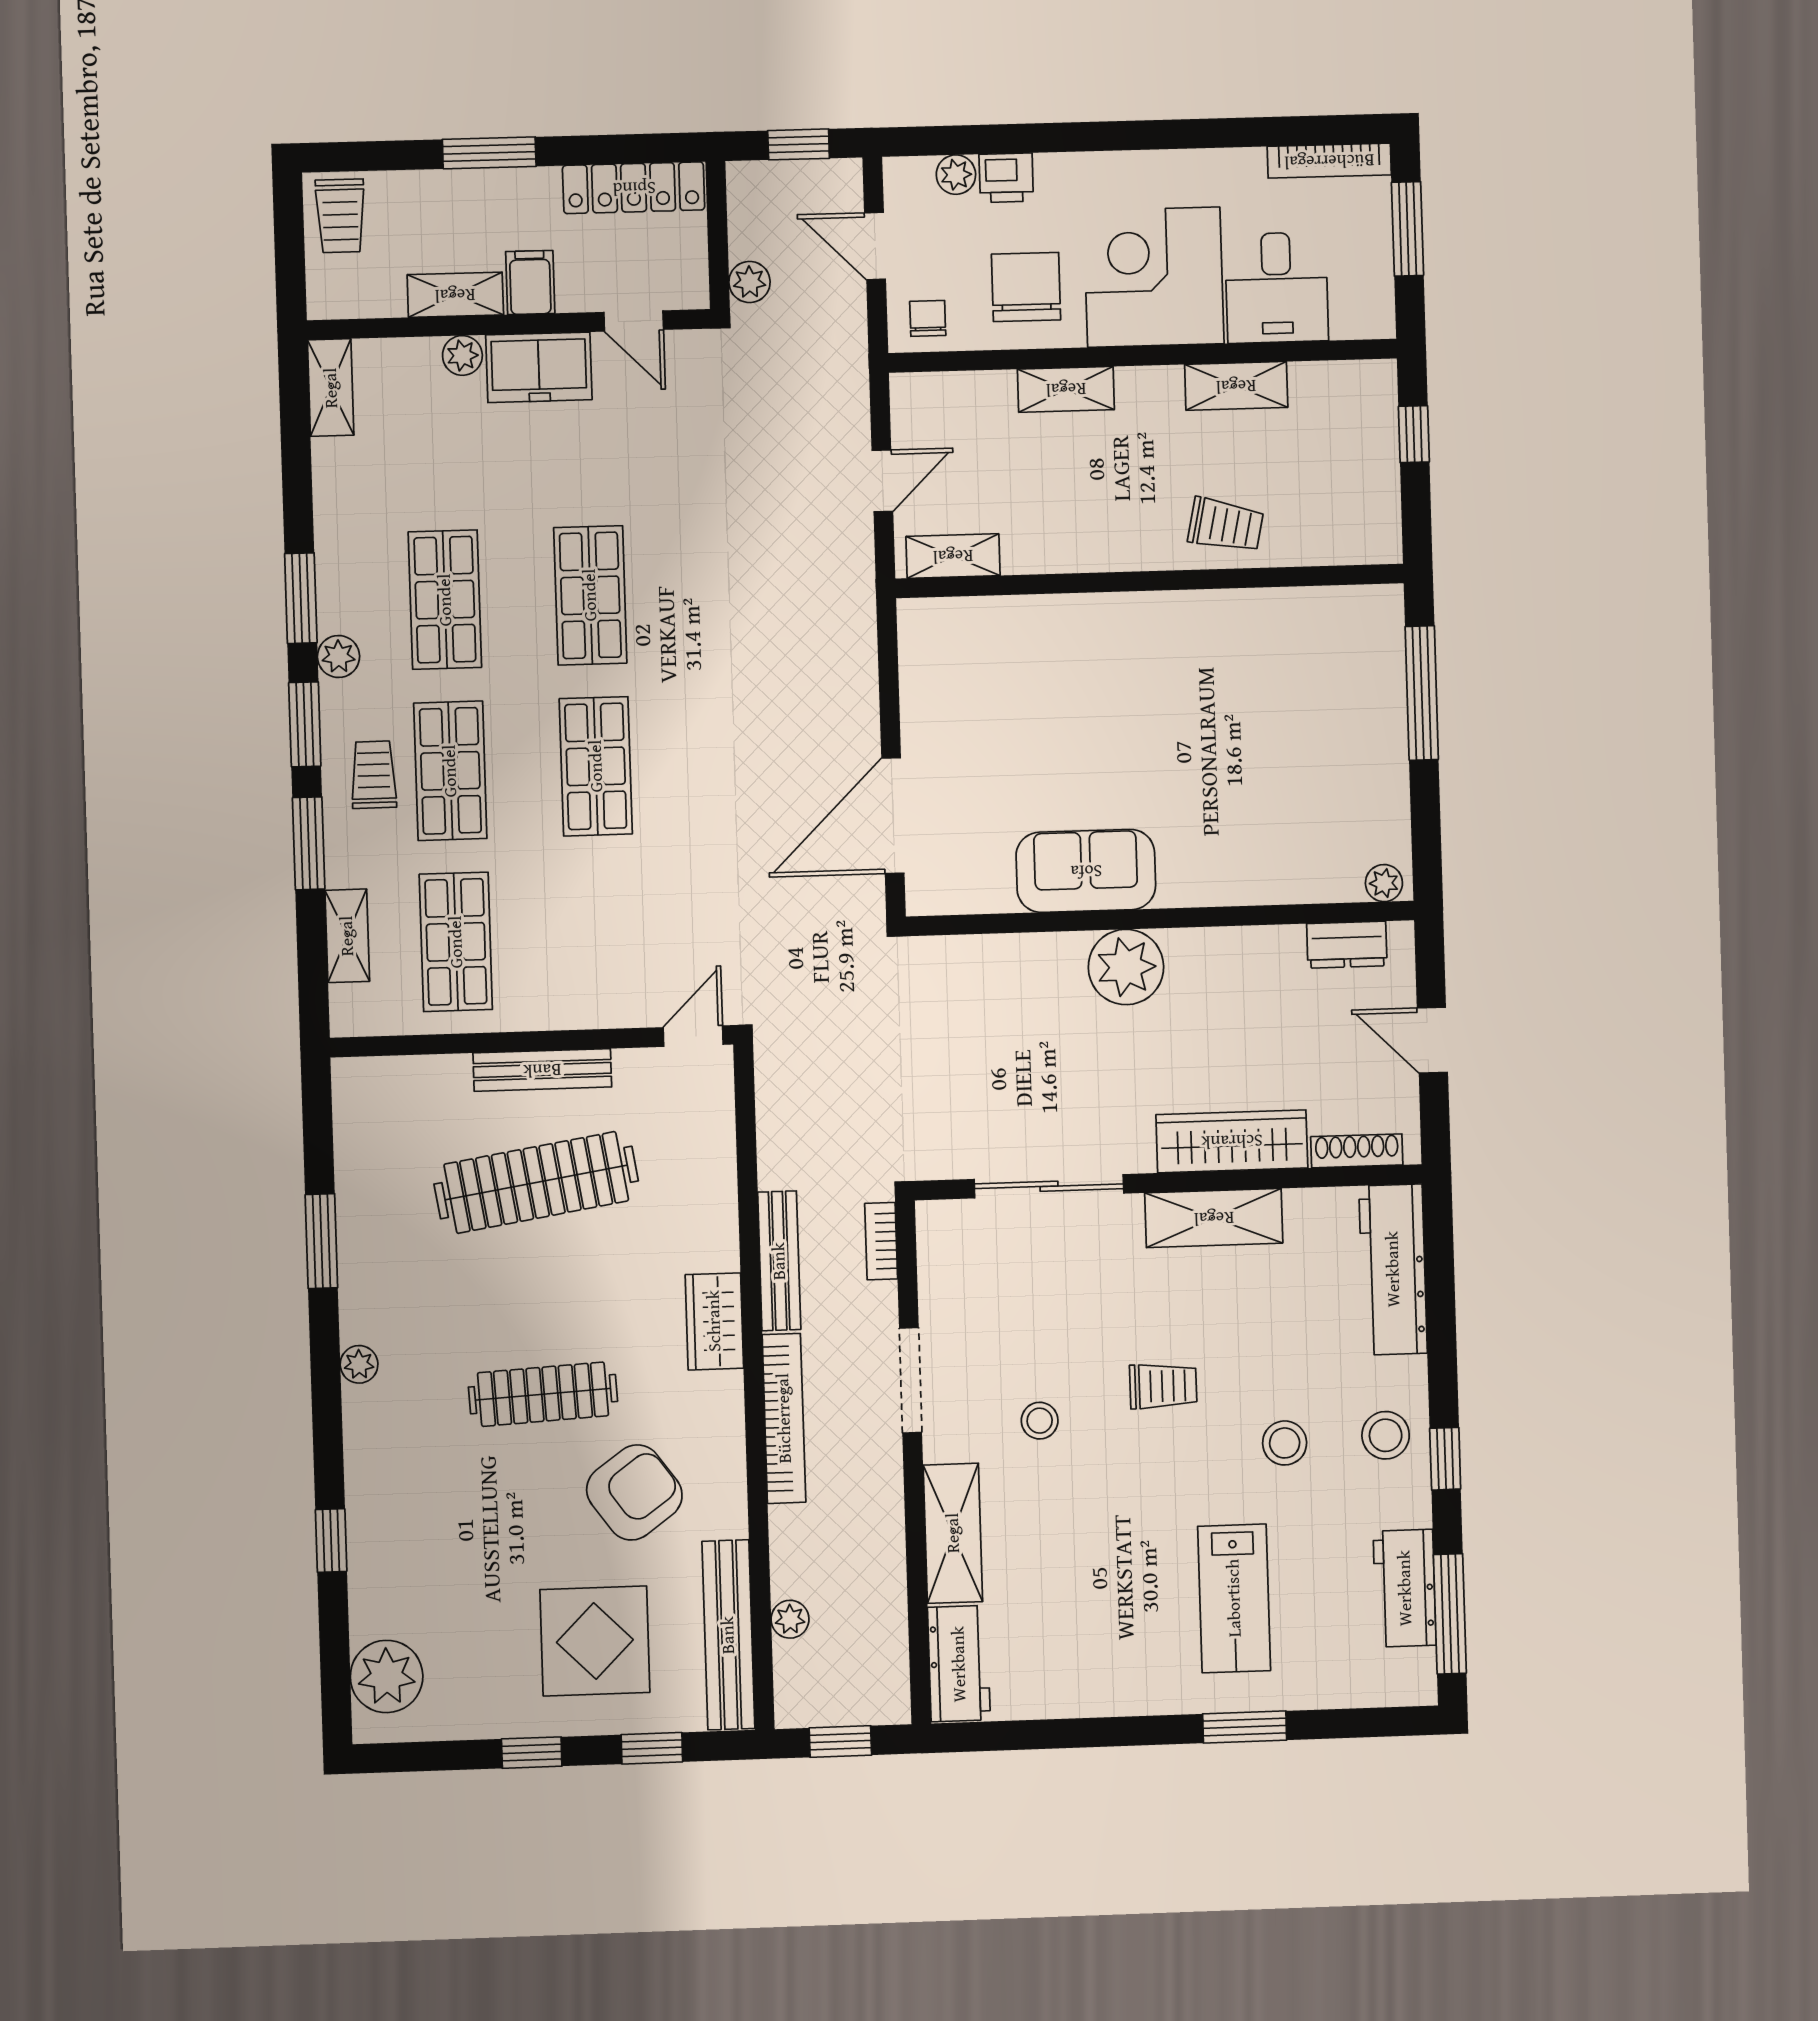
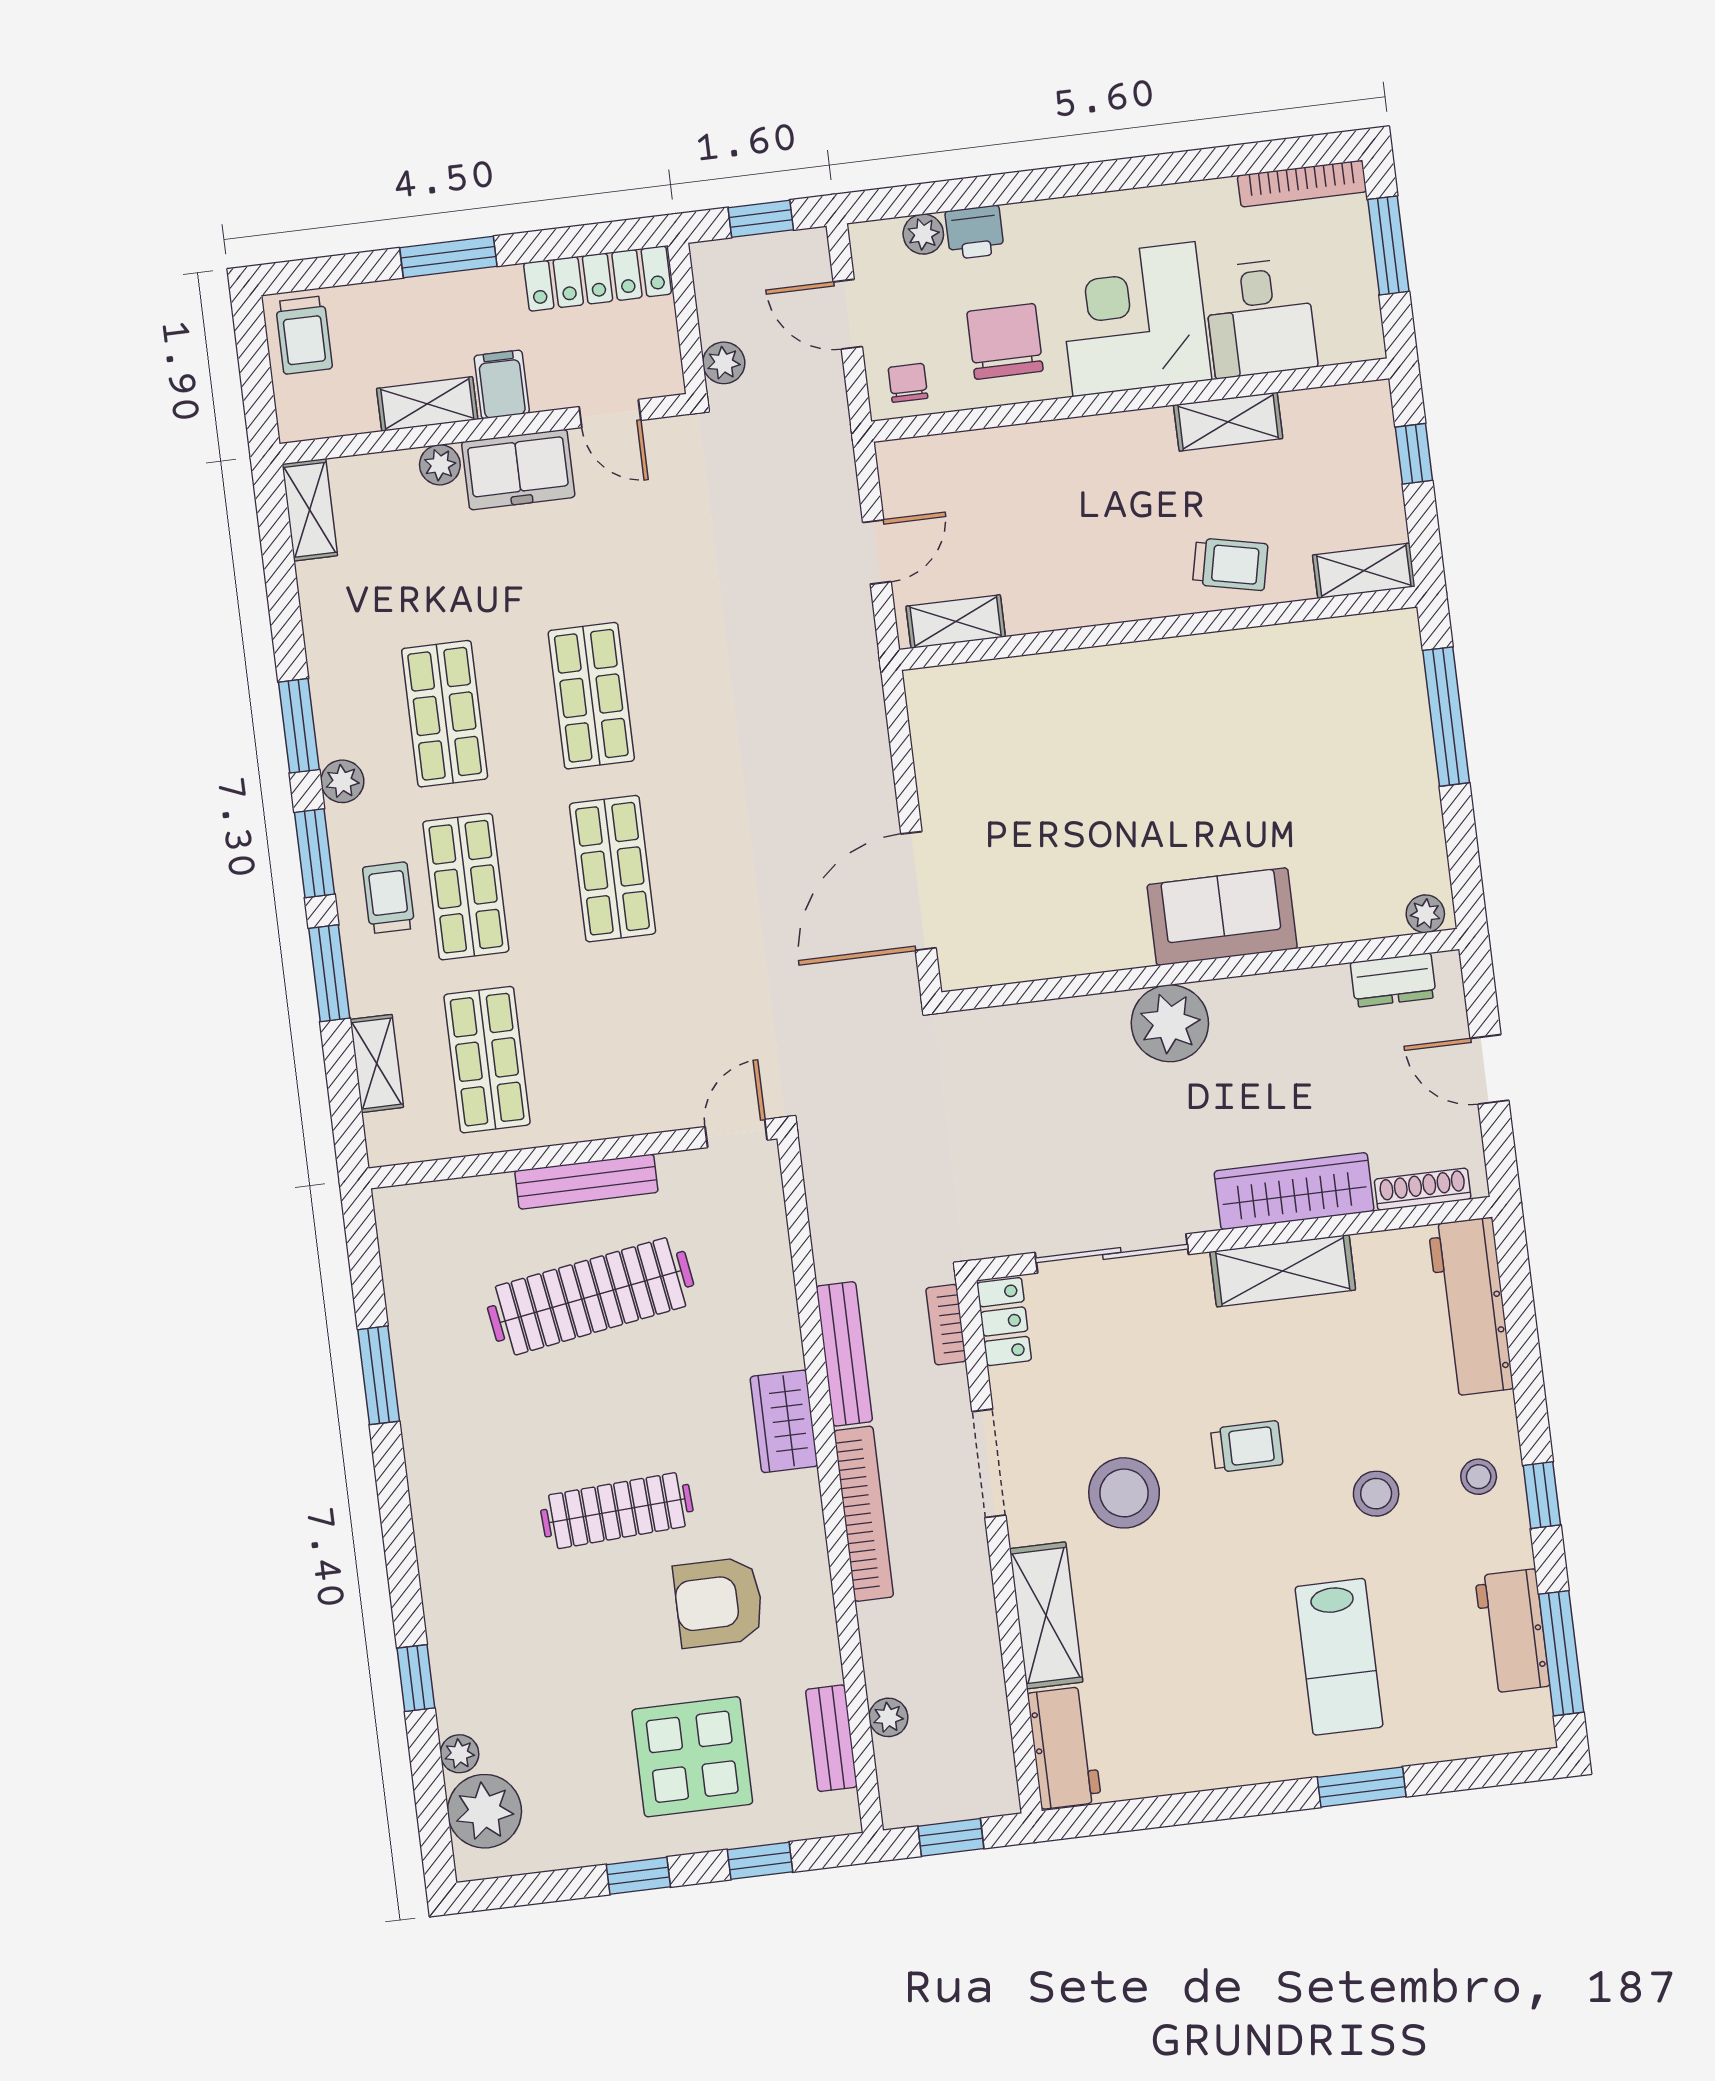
shelving: (1066, 389) -> (1364, 571), moved
sofa: (1086, 871) -> (1222, 917), moved
locker: (938, 1243) -> (1004, 1322), added
plant: (359, 1364) -> (459, 1754), moved
stool: (1040, 1421) -> (1124, 1493), width x1.89, depth x1.89
stool: (1386, 1435) -> (1479, 1477), width x0.73, depth x0.73
armchair: (634, 1492) -> (719, 1602), turned -144
bench: (728, 1635) -> (831, 1738), width x0.54, depth x0.82

